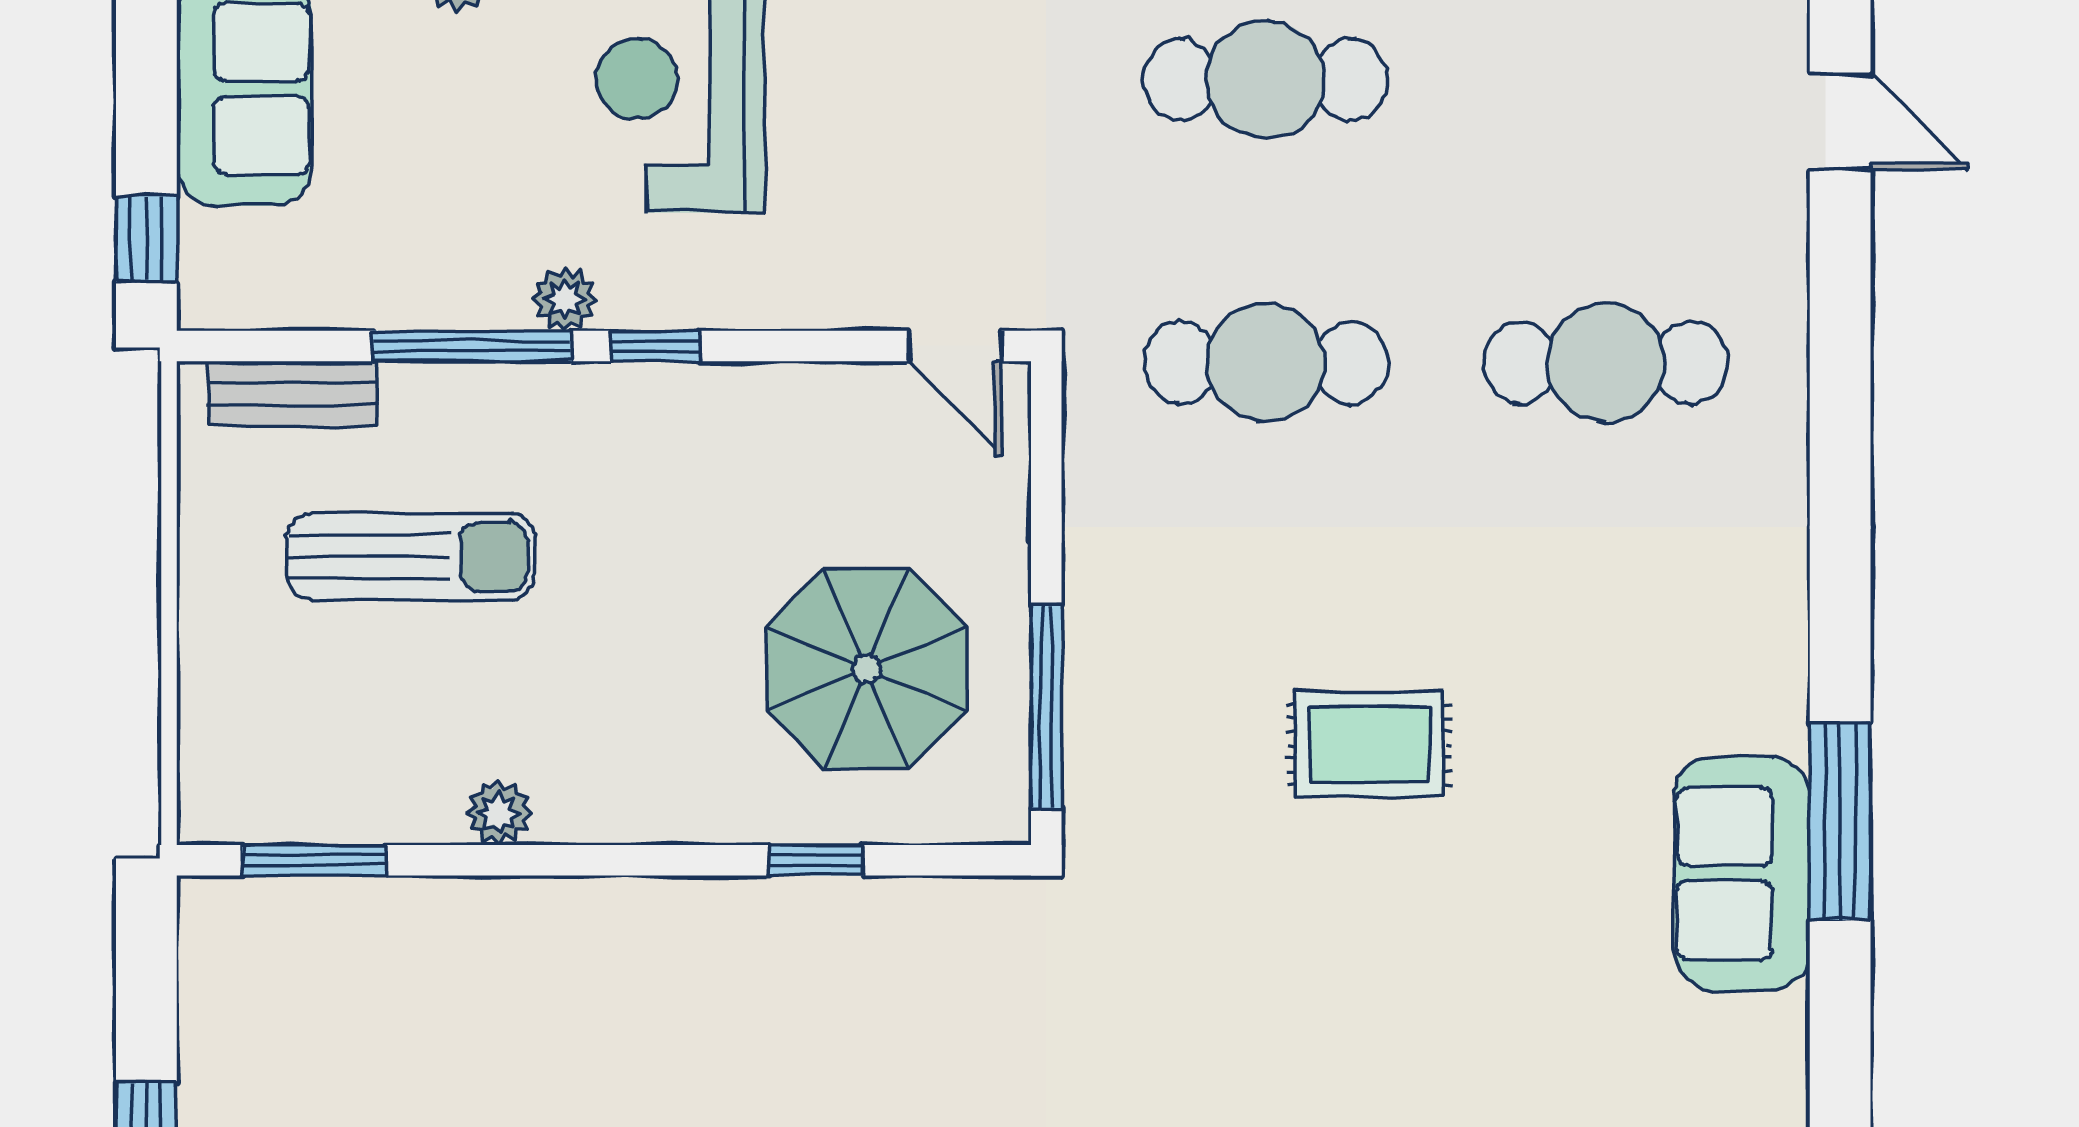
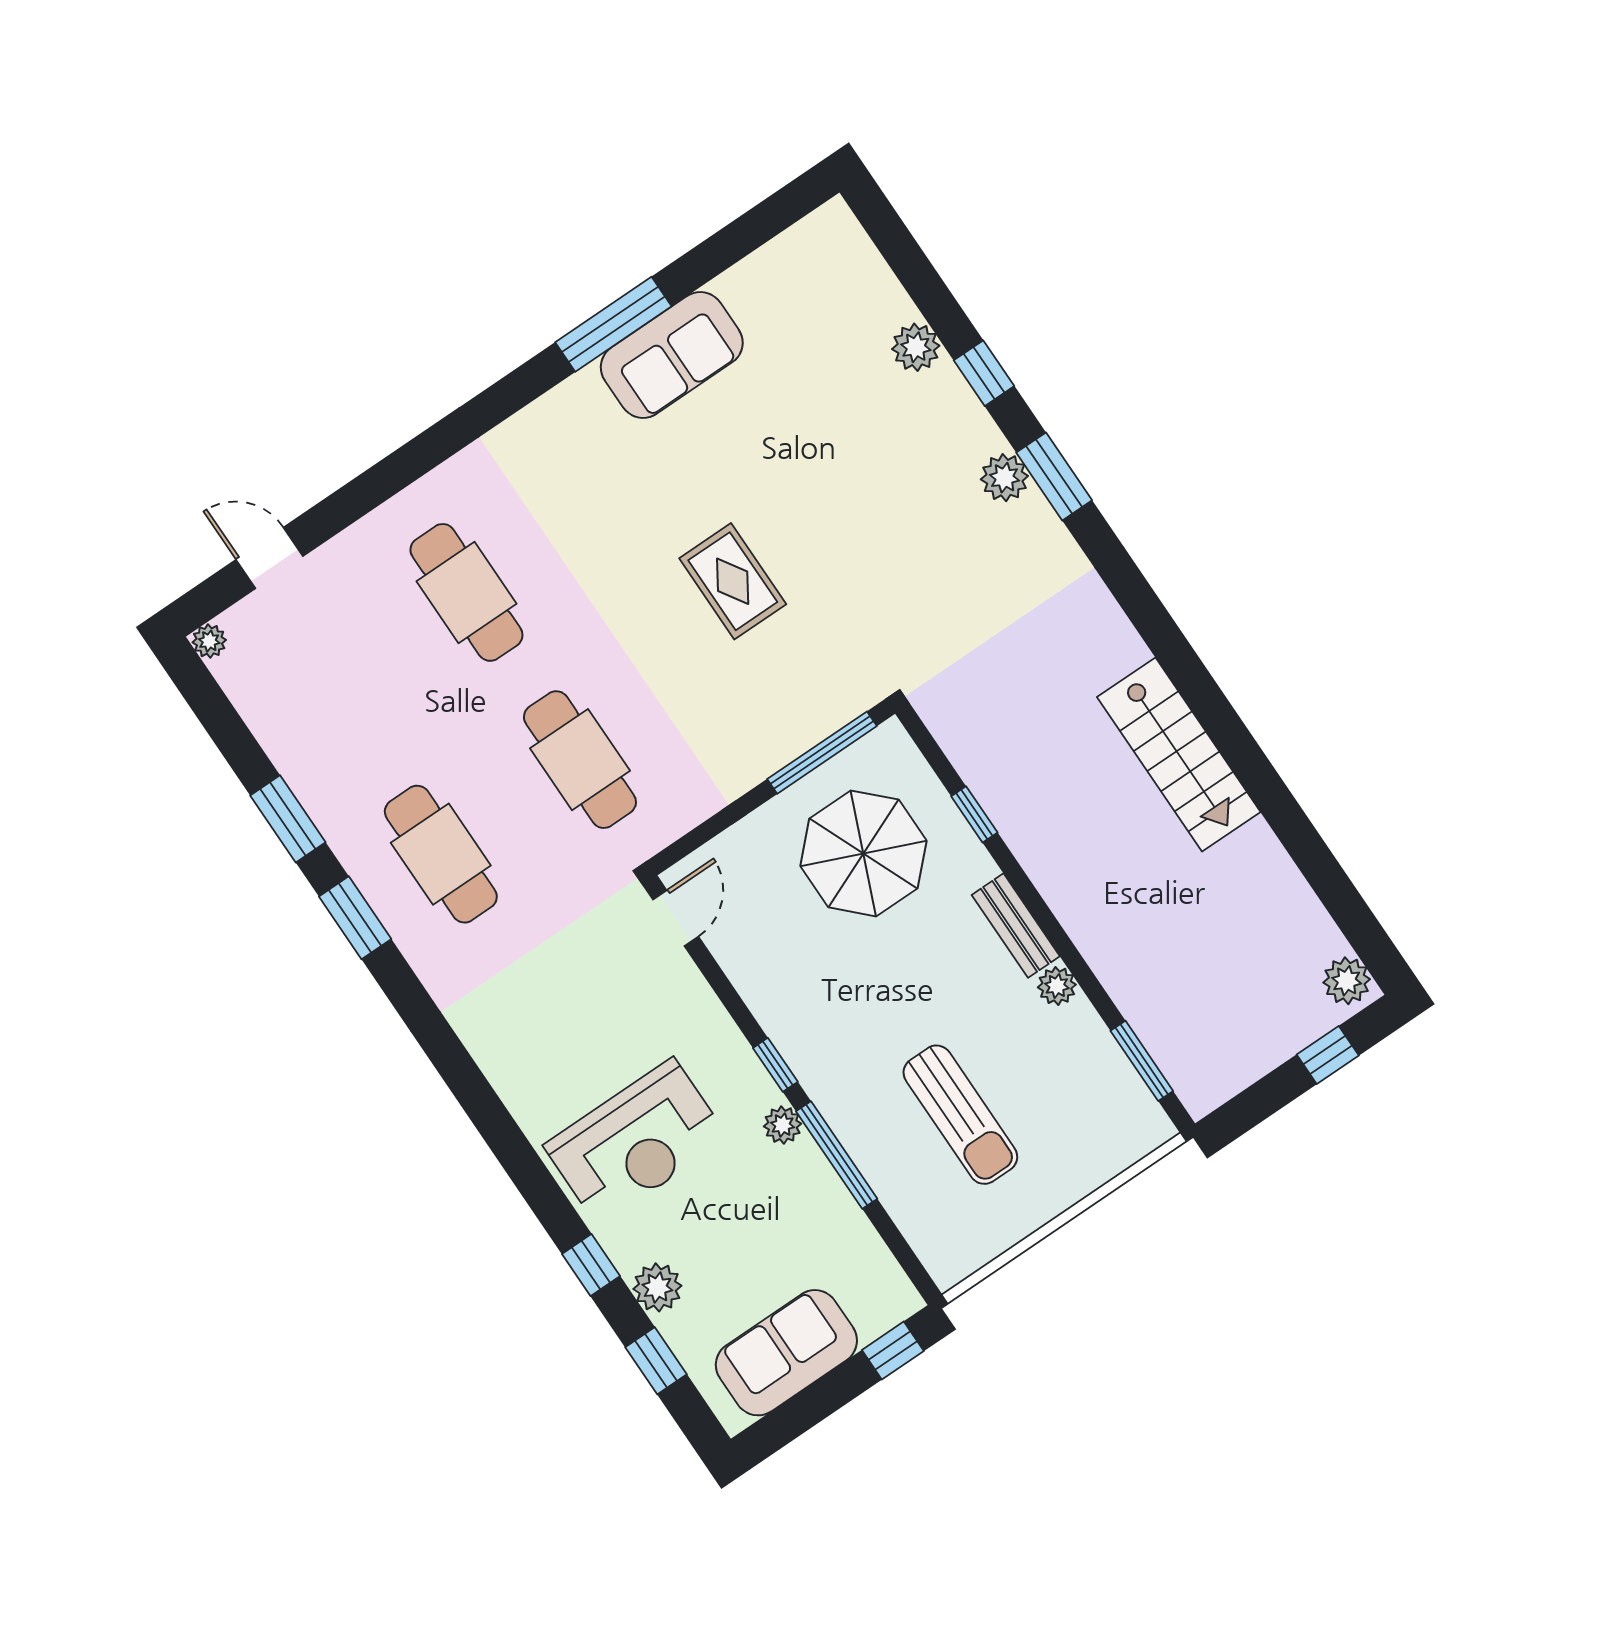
door: (1840, 121) -> (270, 558), hinge flipped
bench: (293, 393) -> (1016, 926), moved
sun lounger: (411, 557) -> (960, 1115), turned 180

